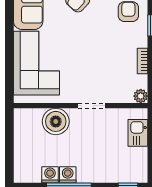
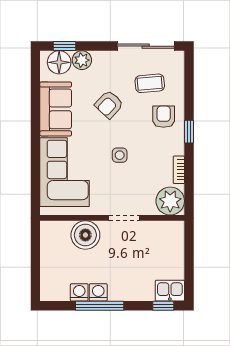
side table: (88, 47) -> (120, 155), added
plant: (141, 96) -> (170, 201), width x1.88, depth x1.88
kitchen sink: (138, 133) -> (170, 291), moved, turned 90

